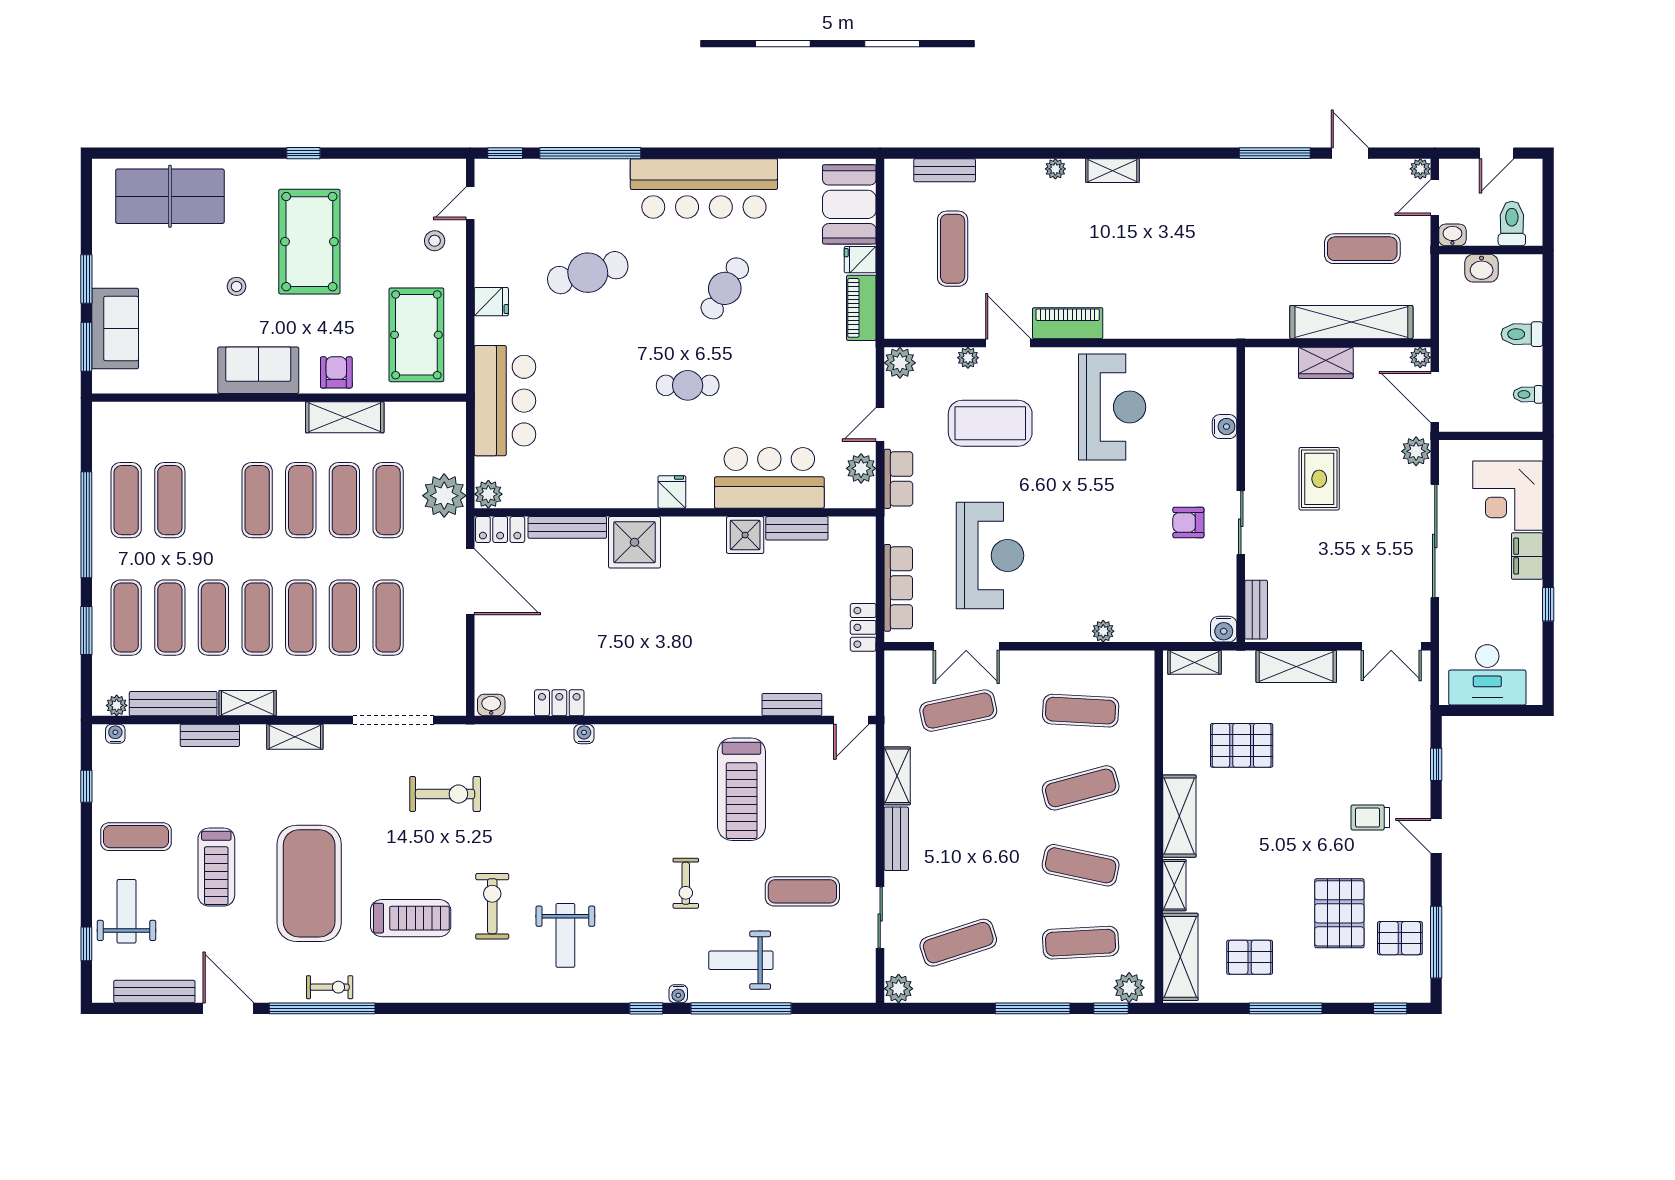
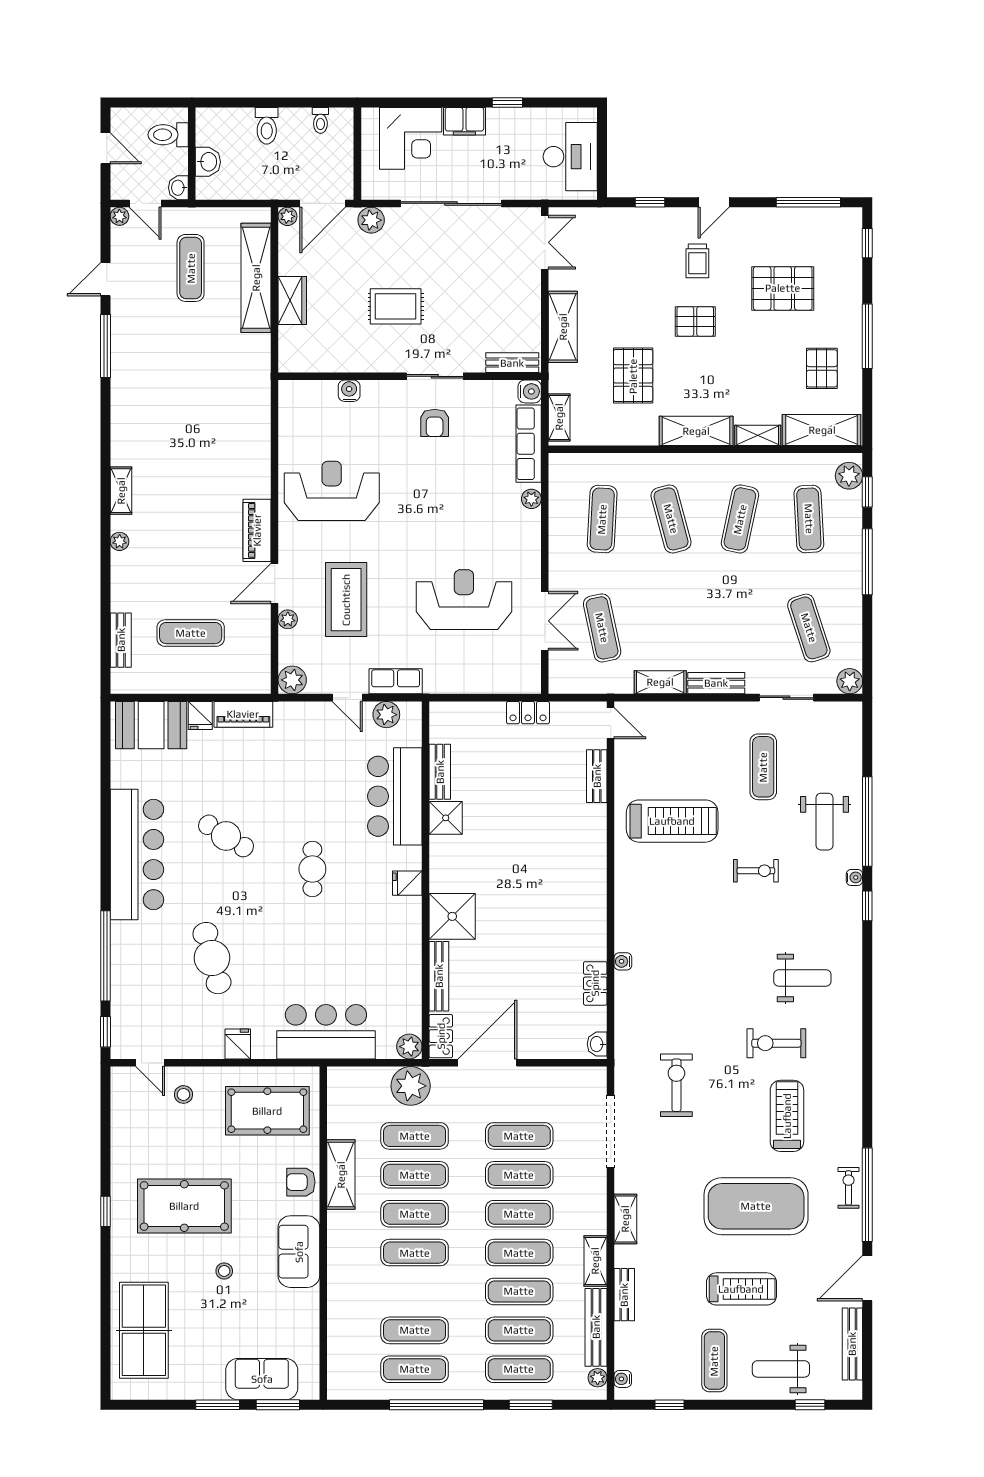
row of seats: (898, 588) -> (529, 444), moved, turned -90
pallet: (1400, 938) -> (695, 321), moved, turned 90

